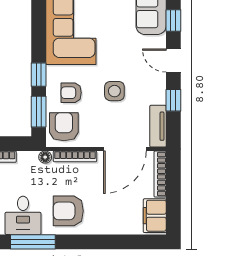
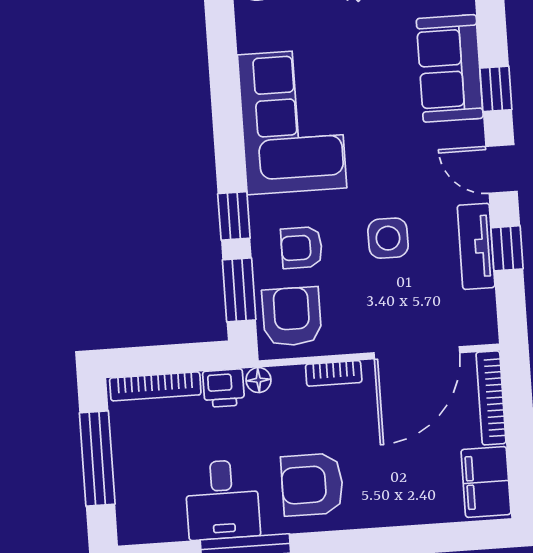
tv unit: (158, 126) -> (476, 246), moved
bookcase: (75, 156) -> (334, 373), width x0.64
printer: (28, 160) -> (224, 388), added

